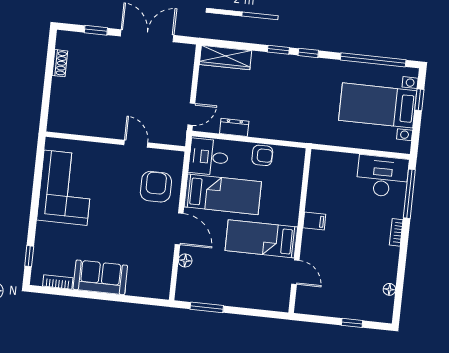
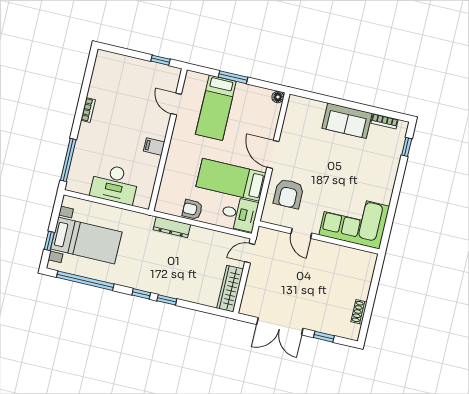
wardrobe: (226, 58) -> (230, 289), moved, turned -90
dresser: (234, 127) -> (172, 227), moved, width x1.44
desk: (382, 176) -> (115, 184), moved
corner sofa: (65, 188) -> (354, 221), moved, turned 90
bookcase: (396, 232) -> (88, 110), moved
bed: (261, 239) -> (216, 108), moved, turned 90
floor lamp: (185, 260) -> (278, 97), moved
floor lamp: (389, 289) -> (96, 79), removed
window: (207, 307) -> (233, 77), moved
window: (352, 323) -> (160, 60), moved

